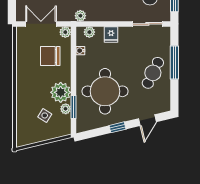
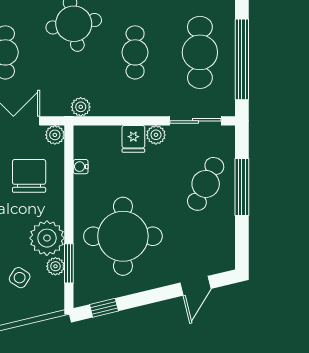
plant: (89, 32) -> (156, 135), moved
chair: (50, 56) -> (29, 176), turned 90
cafe table: (153, 73) -> (206, 184), moved
window: (117, 127) -> (104, 308), moved

